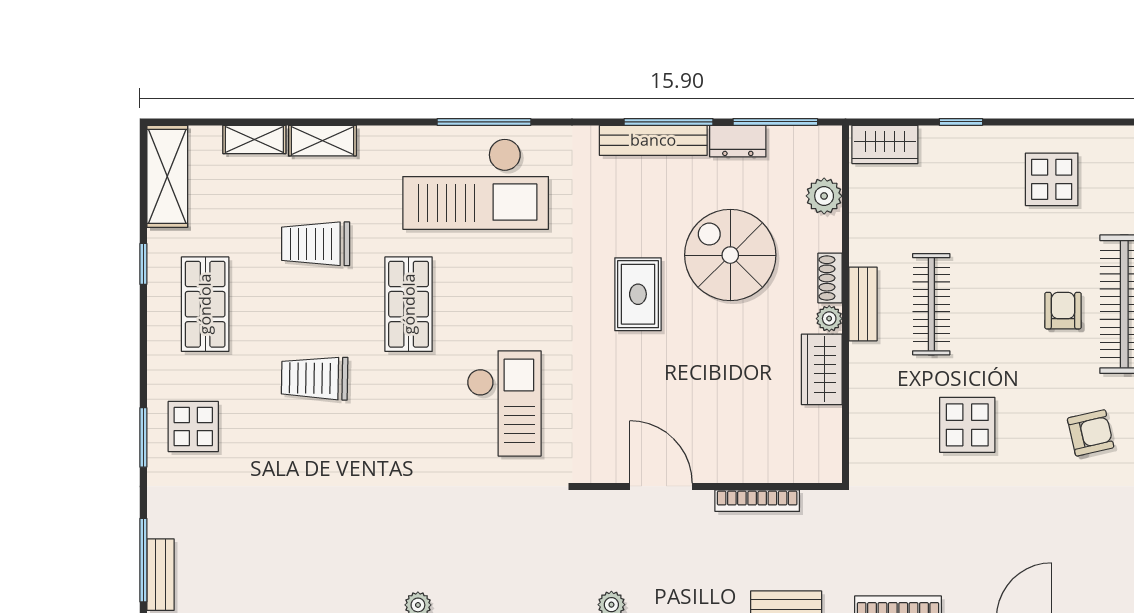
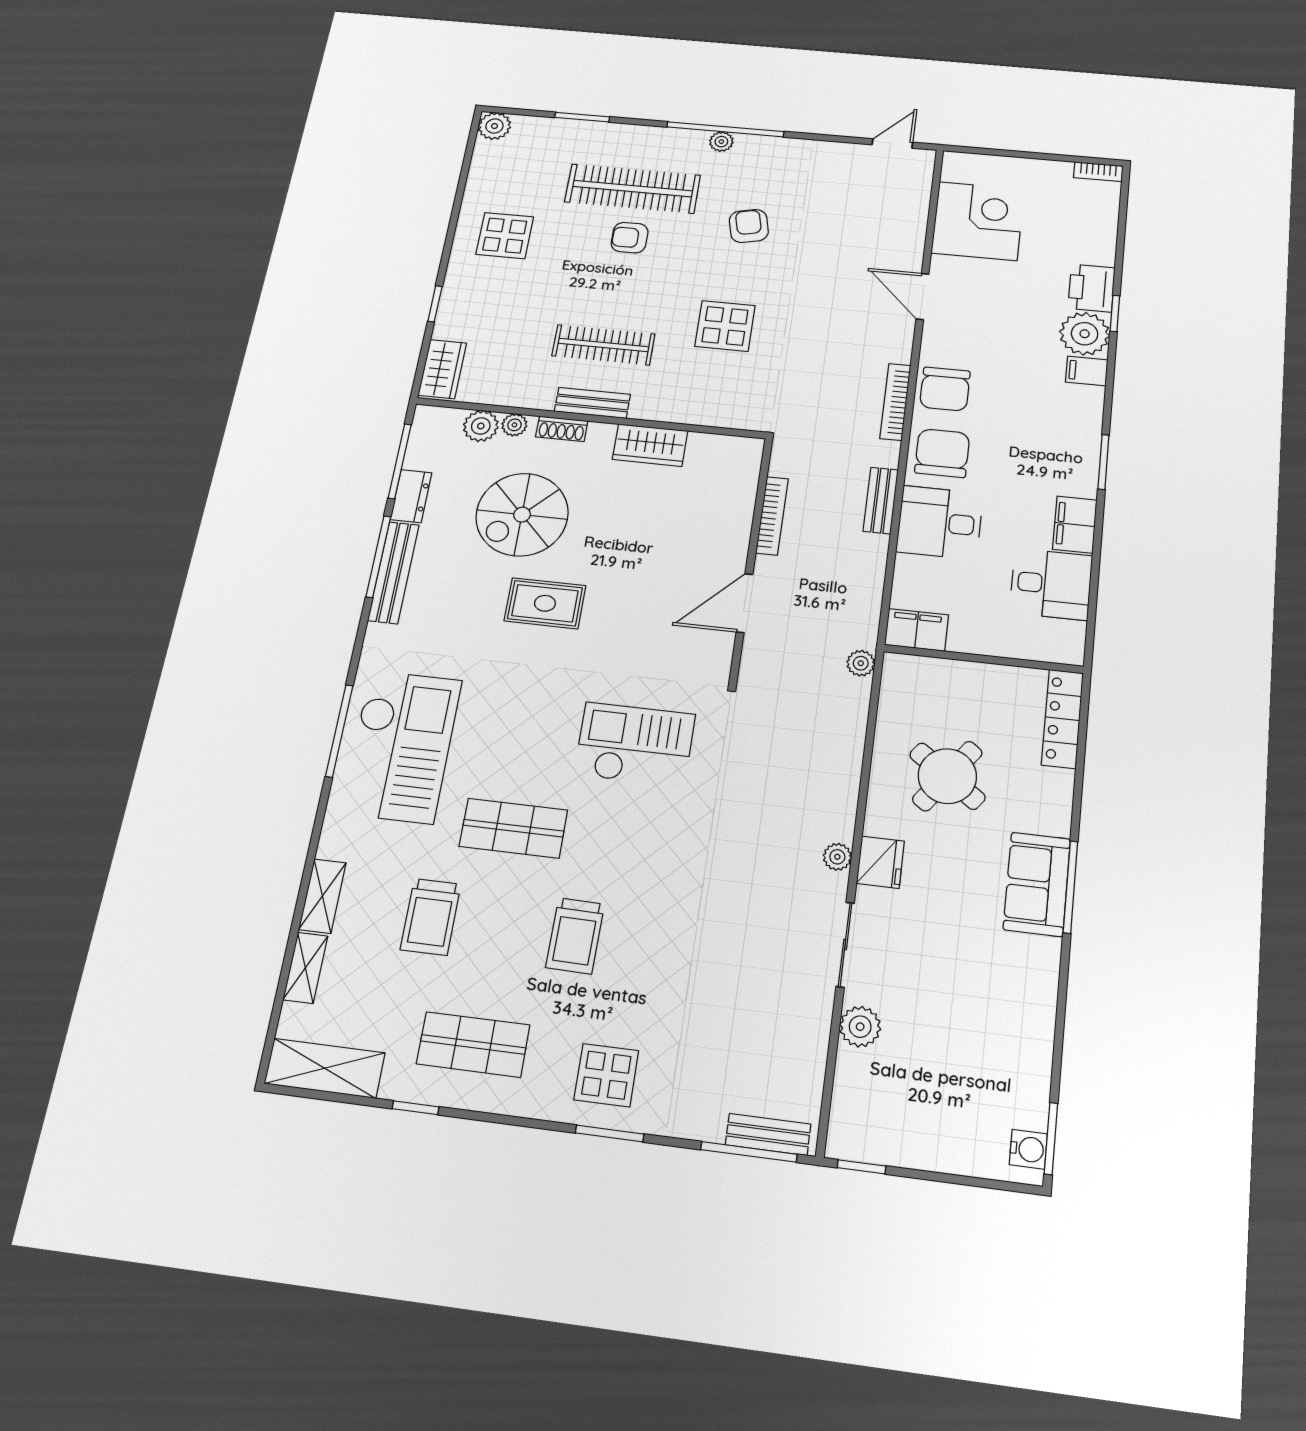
plant: (829, 319) -> (514, 425), moved

